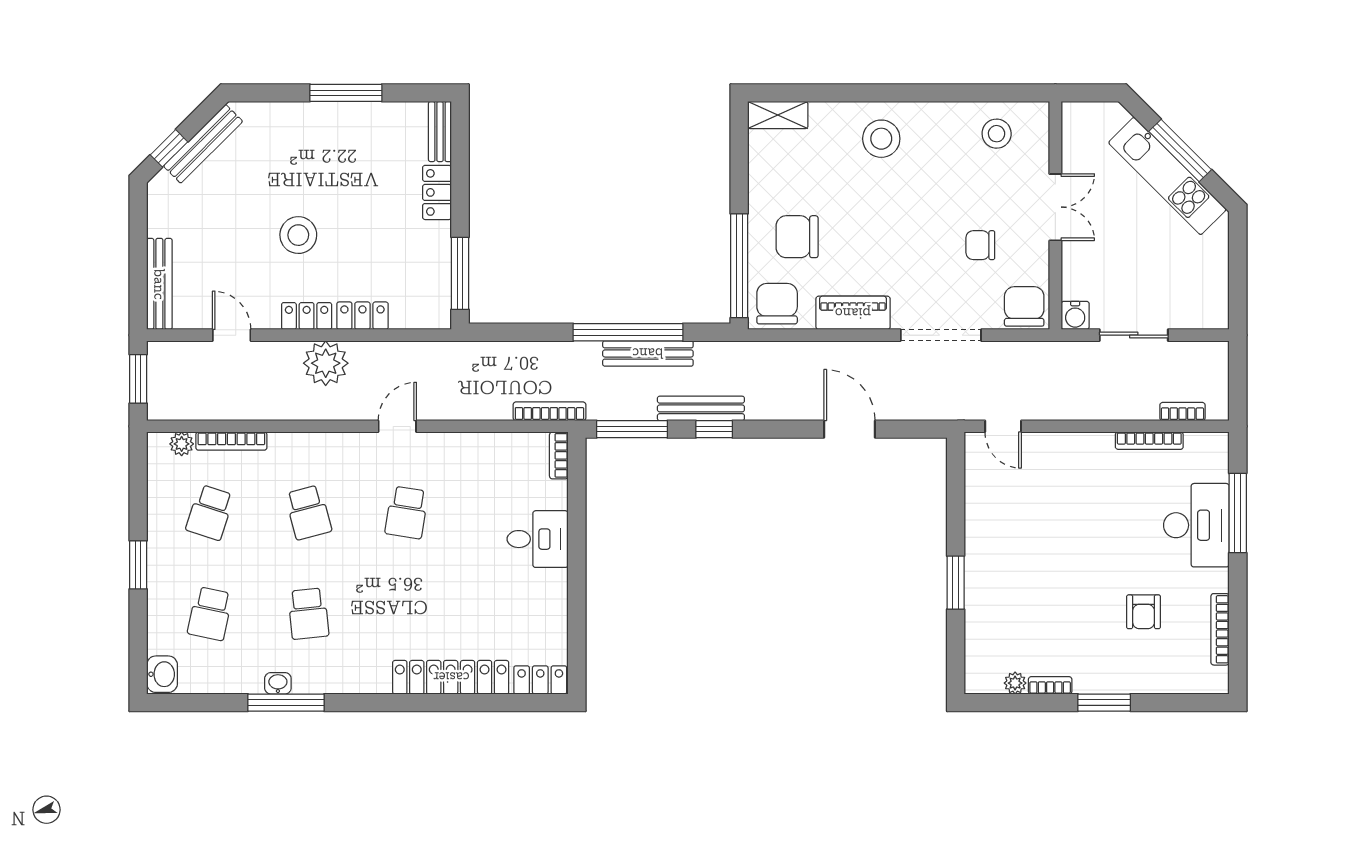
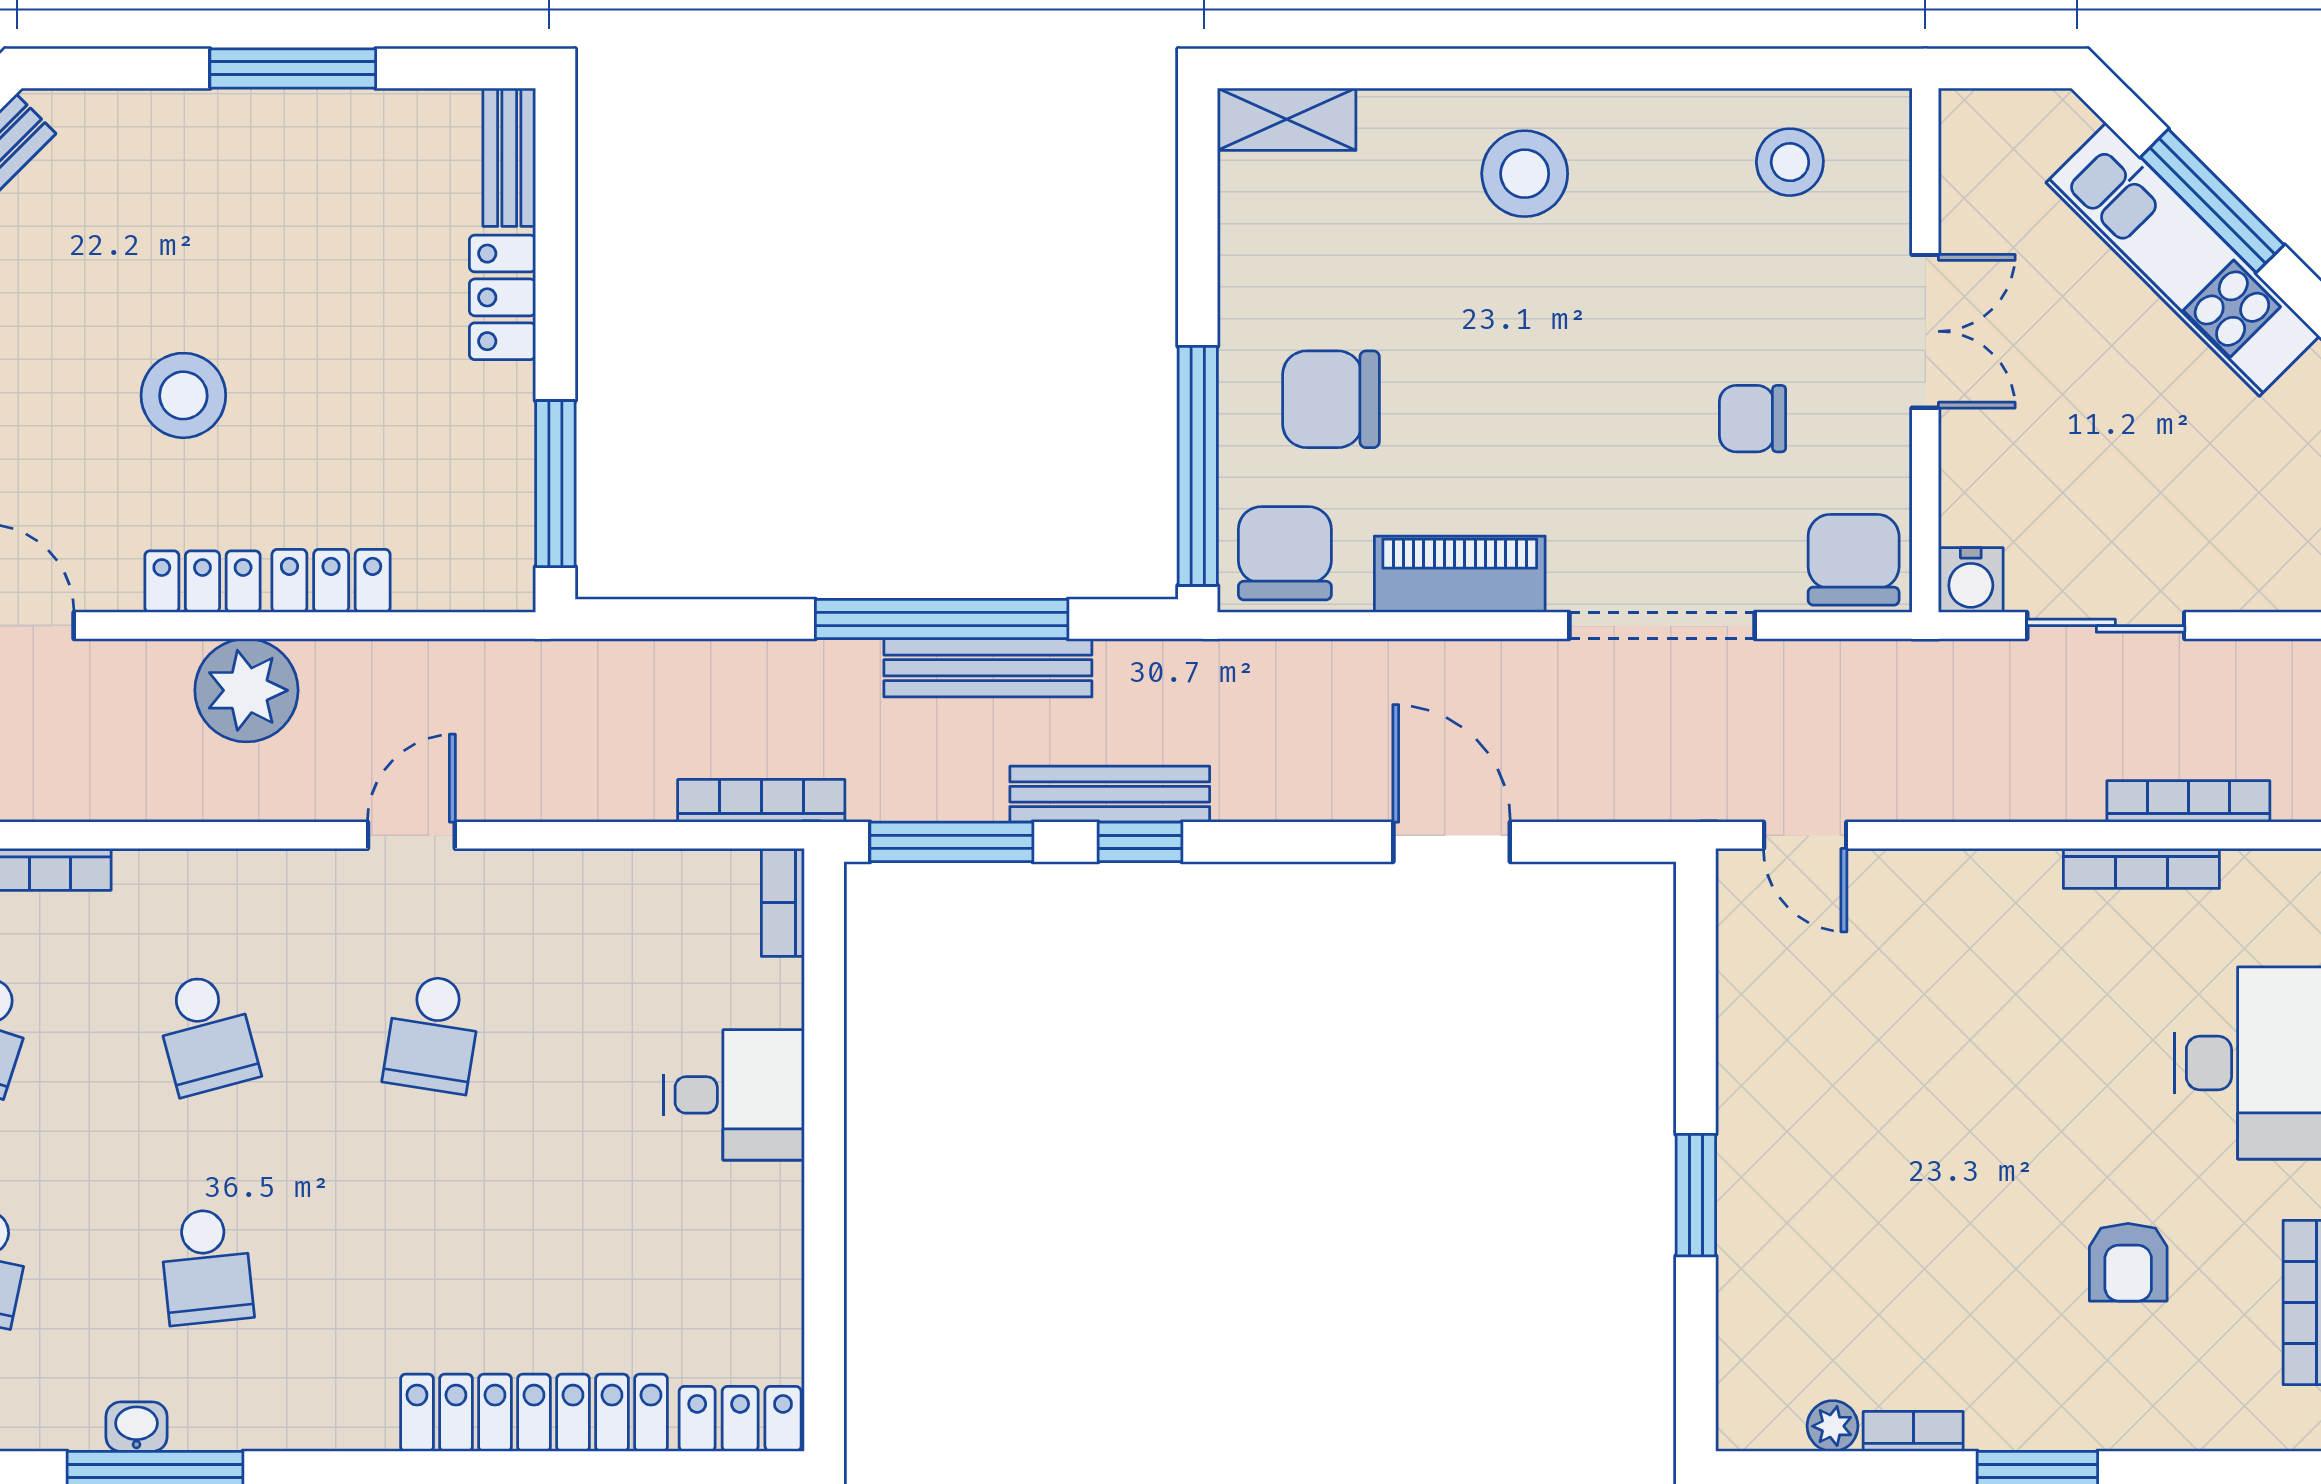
bookcase: (1182, 412) -> (2188, 801), width x1.56

